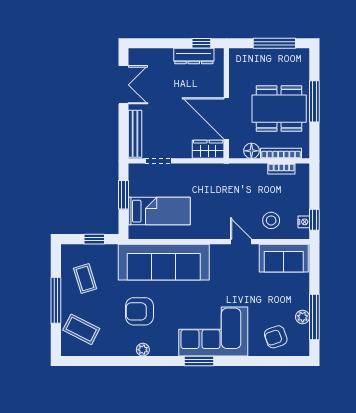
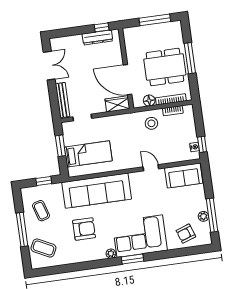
stool: (271, 220) -> (151, 123), moved
armchair: (140, 311) -> (84, 229), turned 180
plant: (143, 350) -> (111, 254), moved

